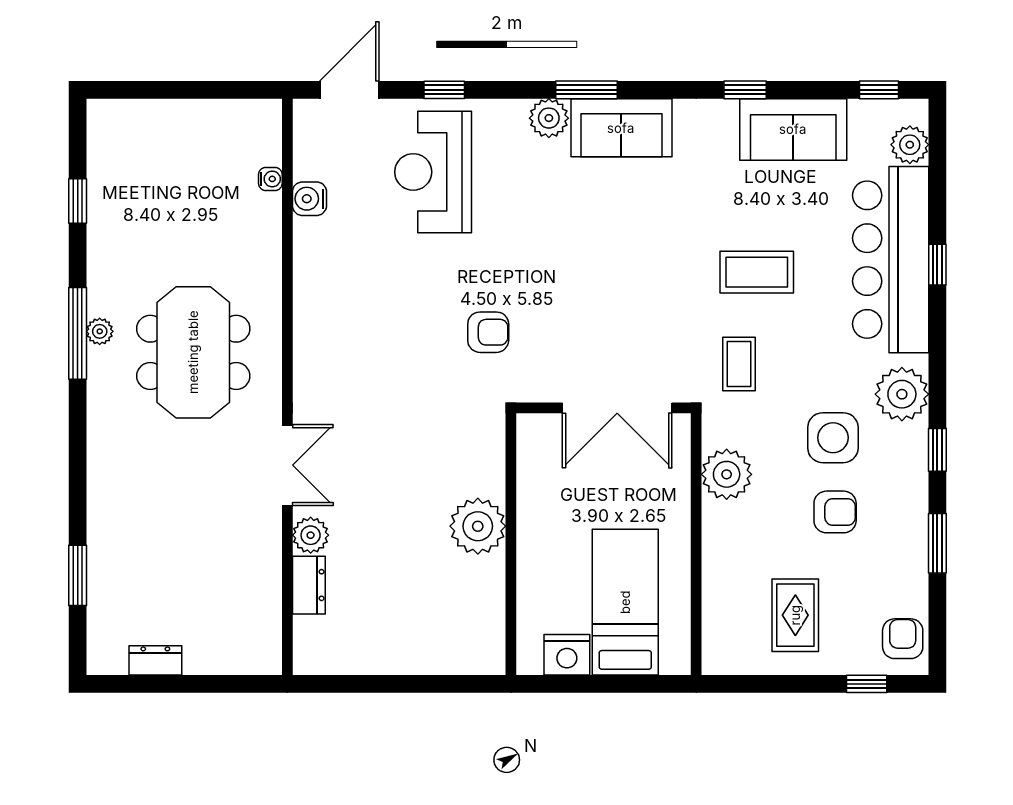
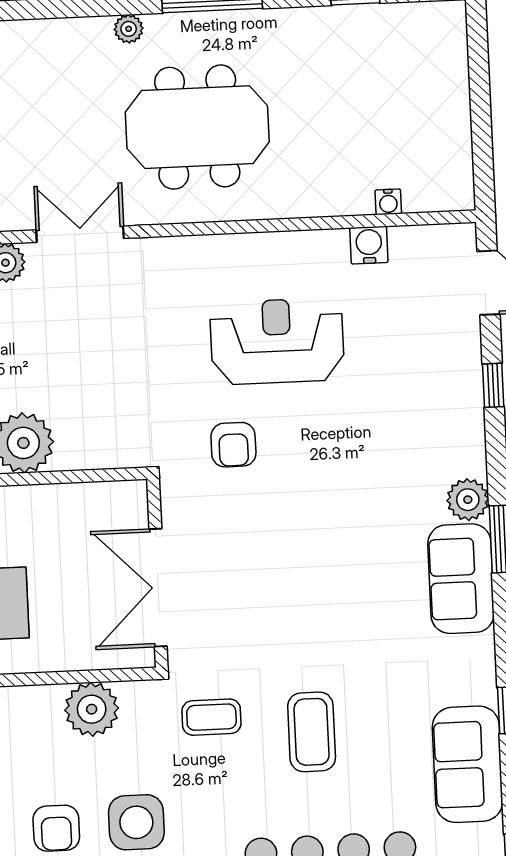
reception desk: (433, 172) -> (277, 341), moved
plant: (100, 331) -> (129, 29), moved
double door: (287, 465) -> (80, 234), swing flipped

